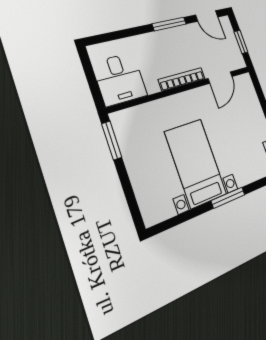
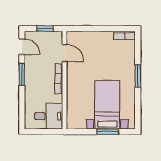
door: (207, 16) -> (22, 47), hinge flipped
window: (112, 141) -> (108, 132), moved
bed with nightstands: (196, 163) -> (107, 105), moved, turned 90

